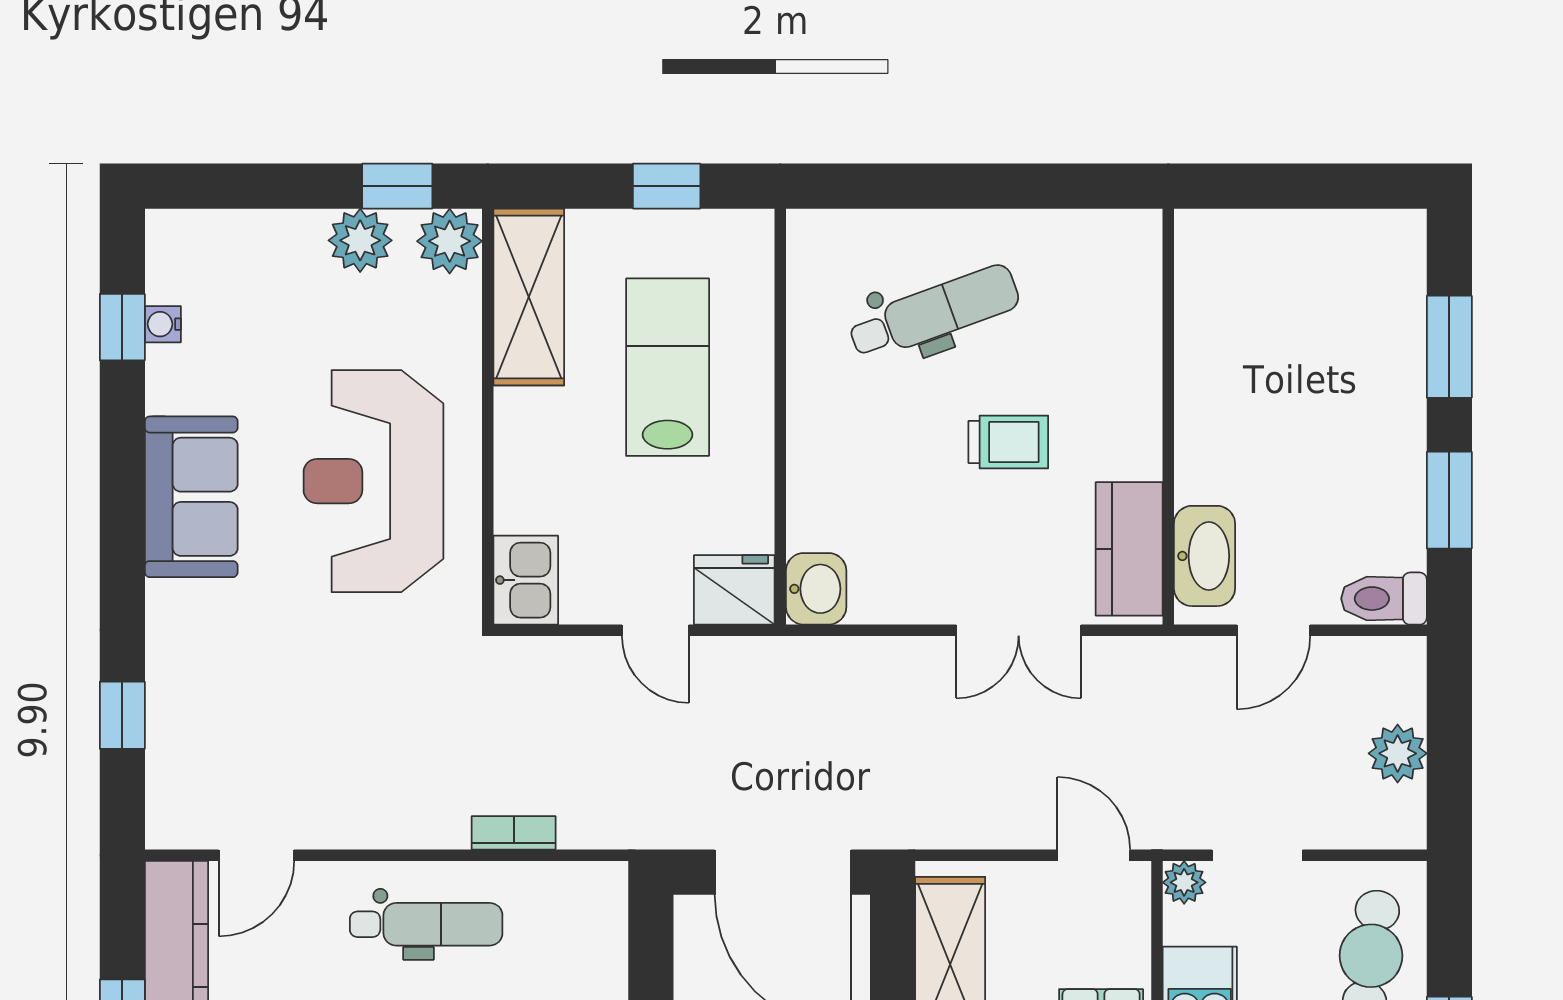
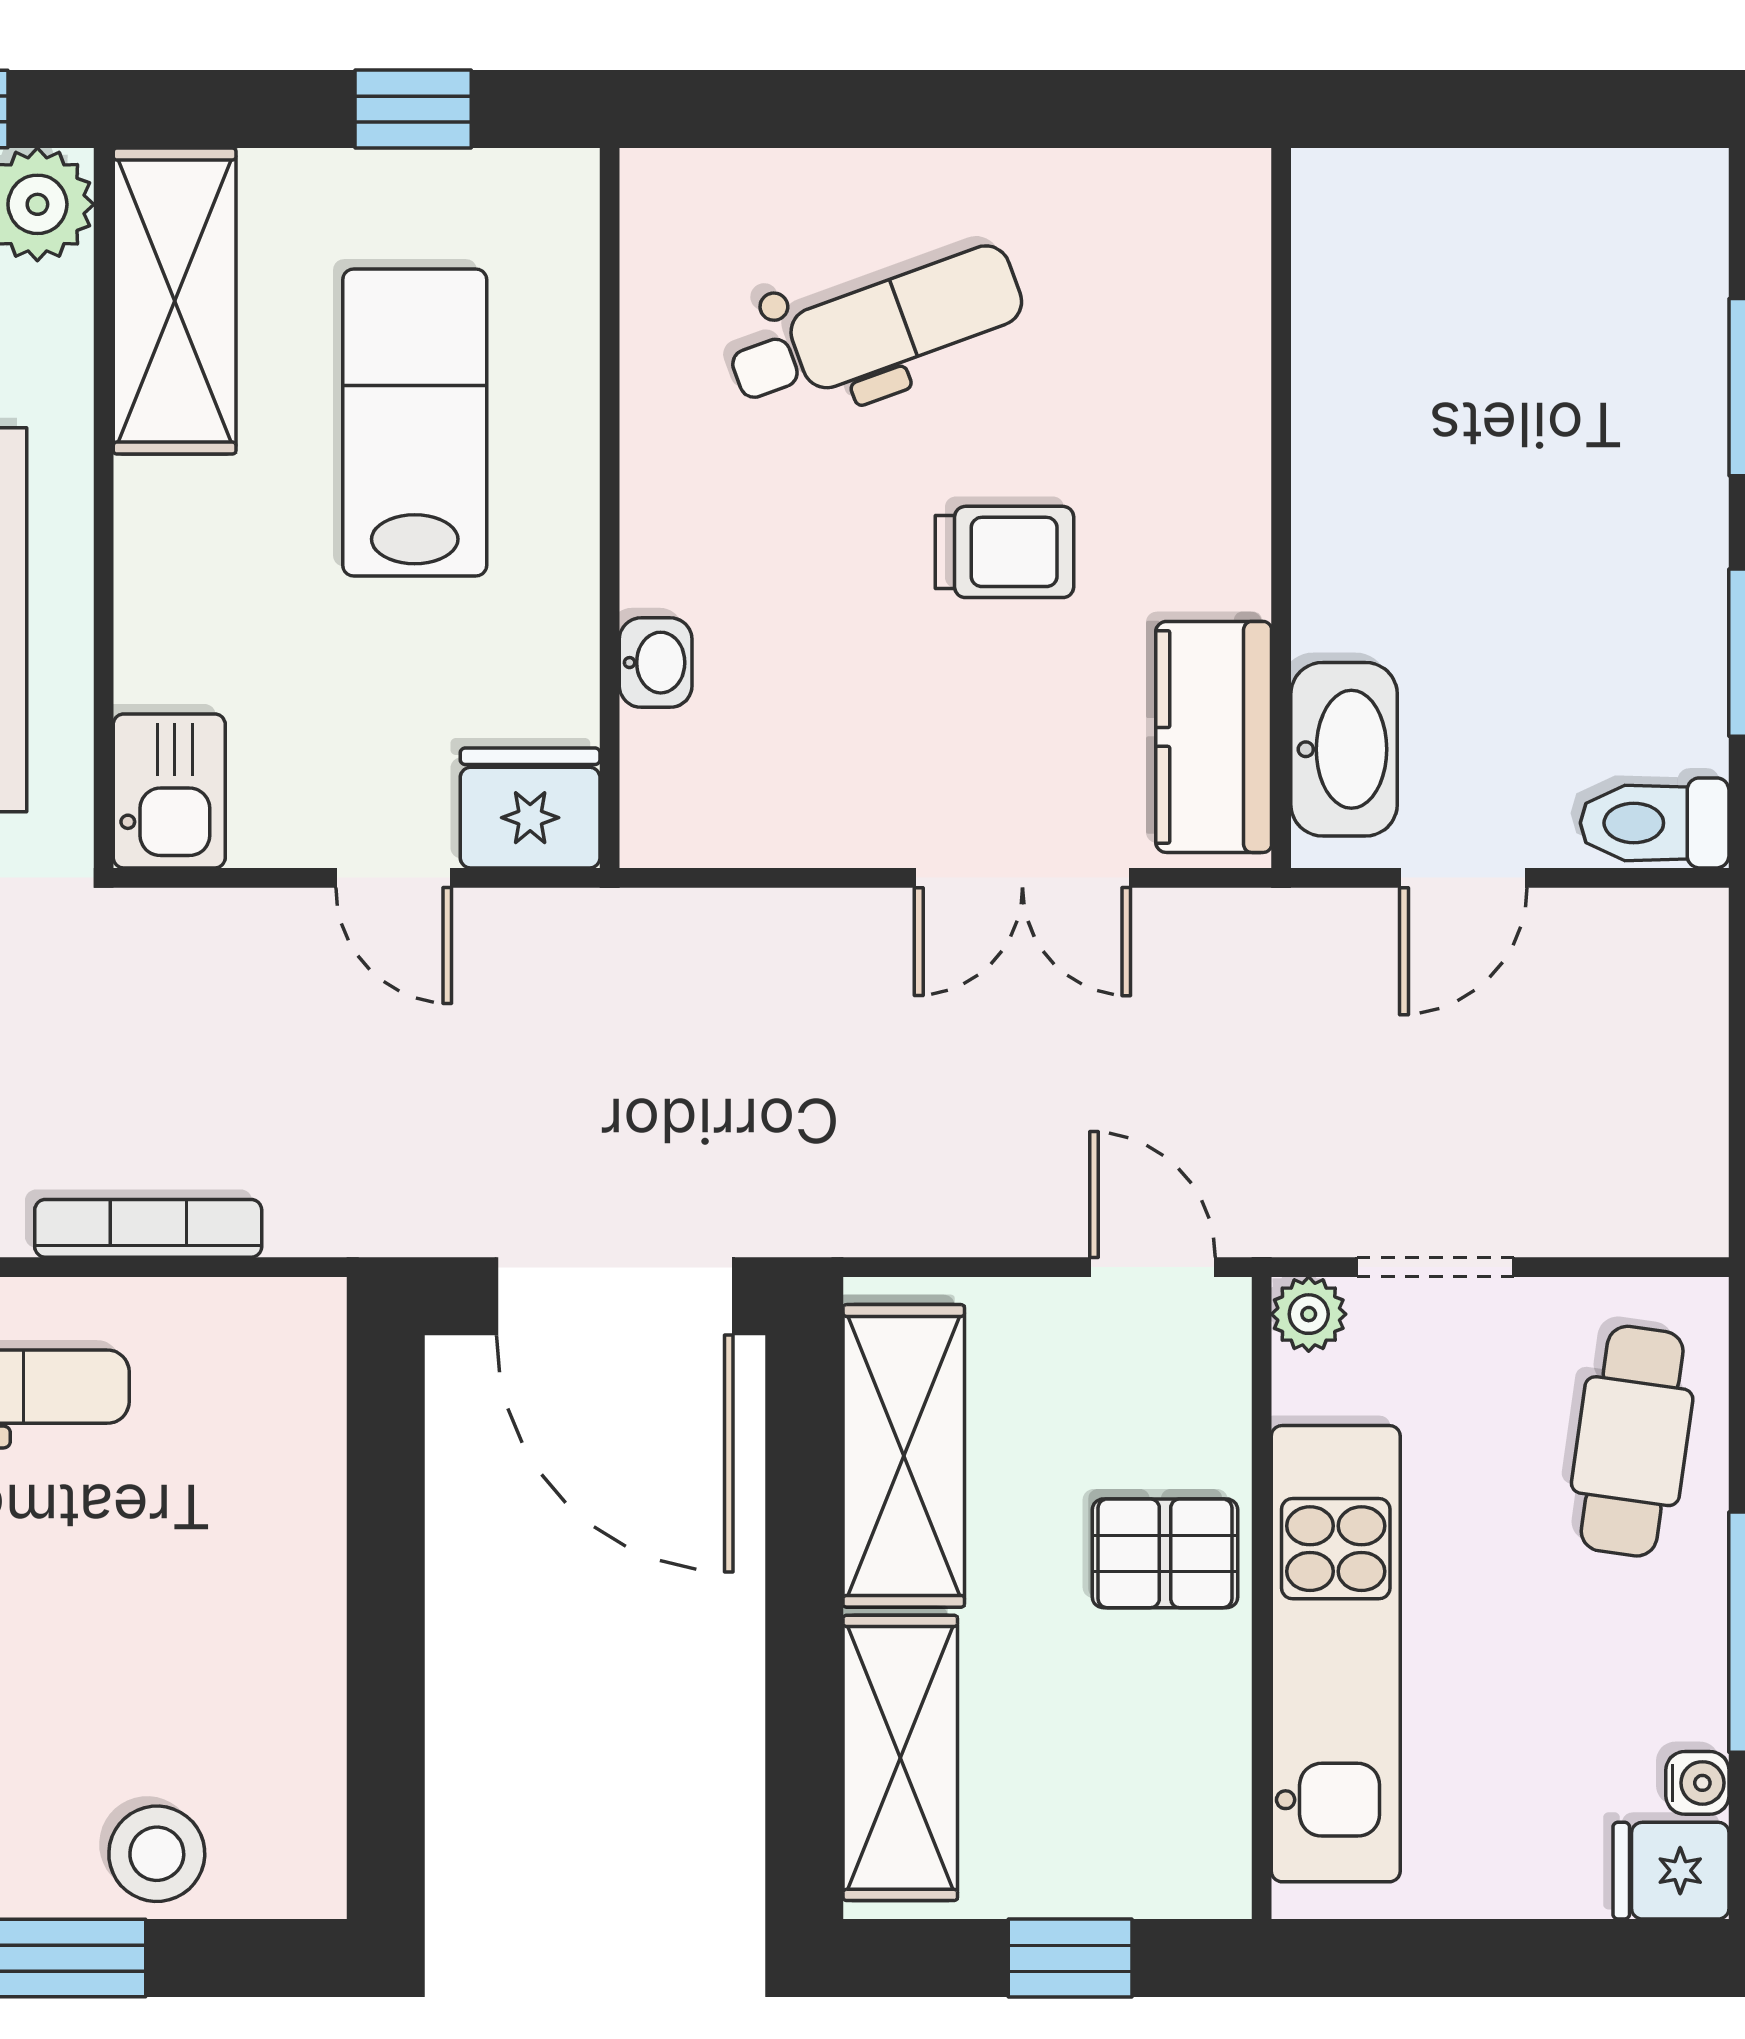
washbasin: (816, 589) -> (656, 663), moved, width x0.72, depth x0.69
plant: (1398, 753) -> (1678, 1091), removed
bookcase: (514, 833) -> (148, 1228), width x1.56

